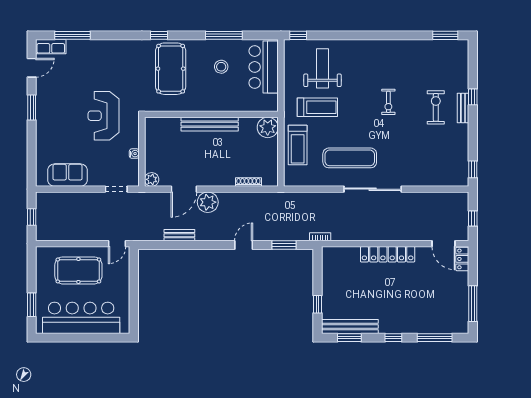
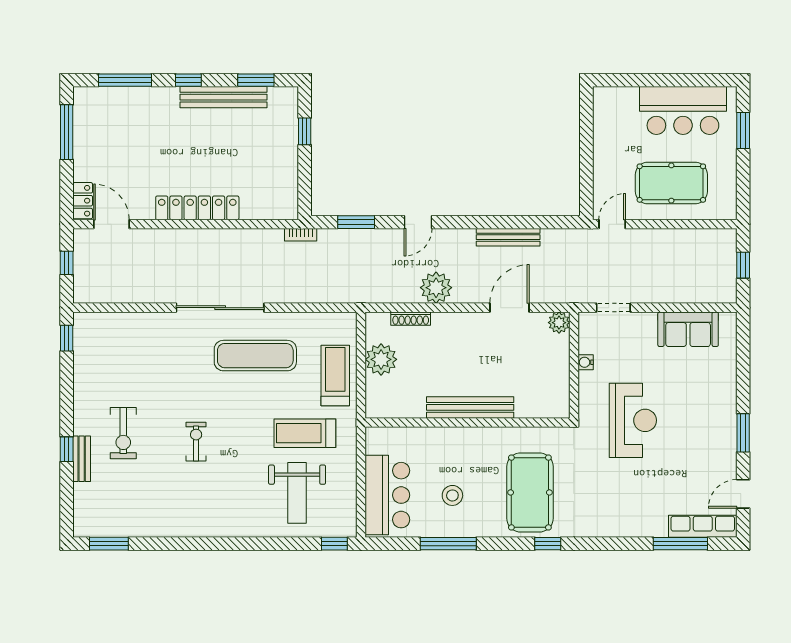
row of seats: (51, 47) -> (703, 526), width x1.48
bench: (463, 108) -> (82, 459), moved
plant: (268, 127) -> (381, 359), moved
plant: (208, 202) -> (436, 288), moved
bench: (179, 235) -> (508, 237), width x1.36
bar counter: (81, 318) -> (683, 110), width x0.73
bench: (350, 326) -> (224, 97), moved

